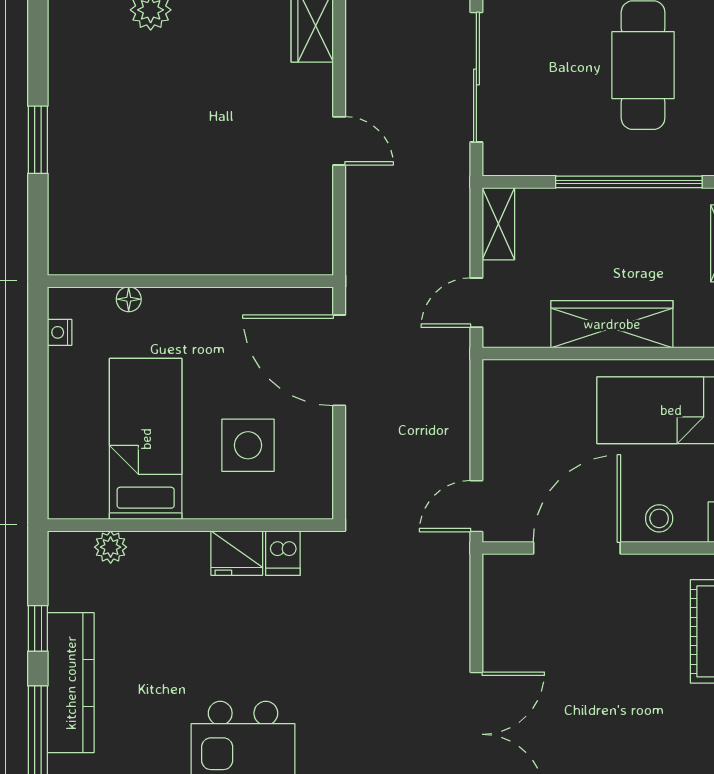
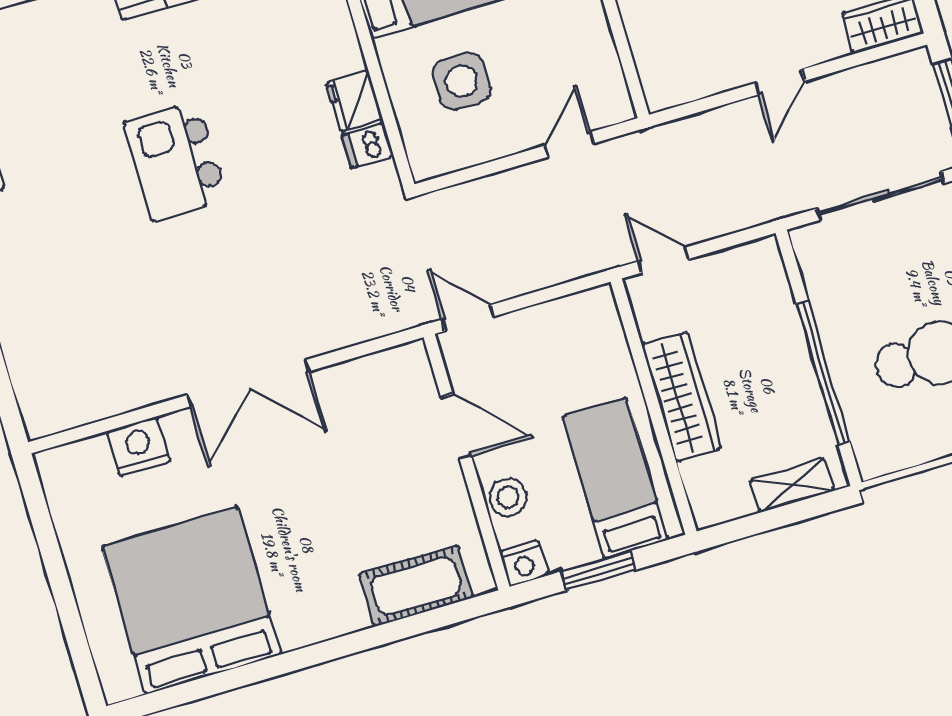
shelving: (498, 224) -> (746, 259), removed
door: (339, 360) -> (569, 145), width x0.53
stool: (659, 518) -> (508, 497), width x1.37, depth x1.37
door: (577, 548) -> (456, 427), width x0.73

